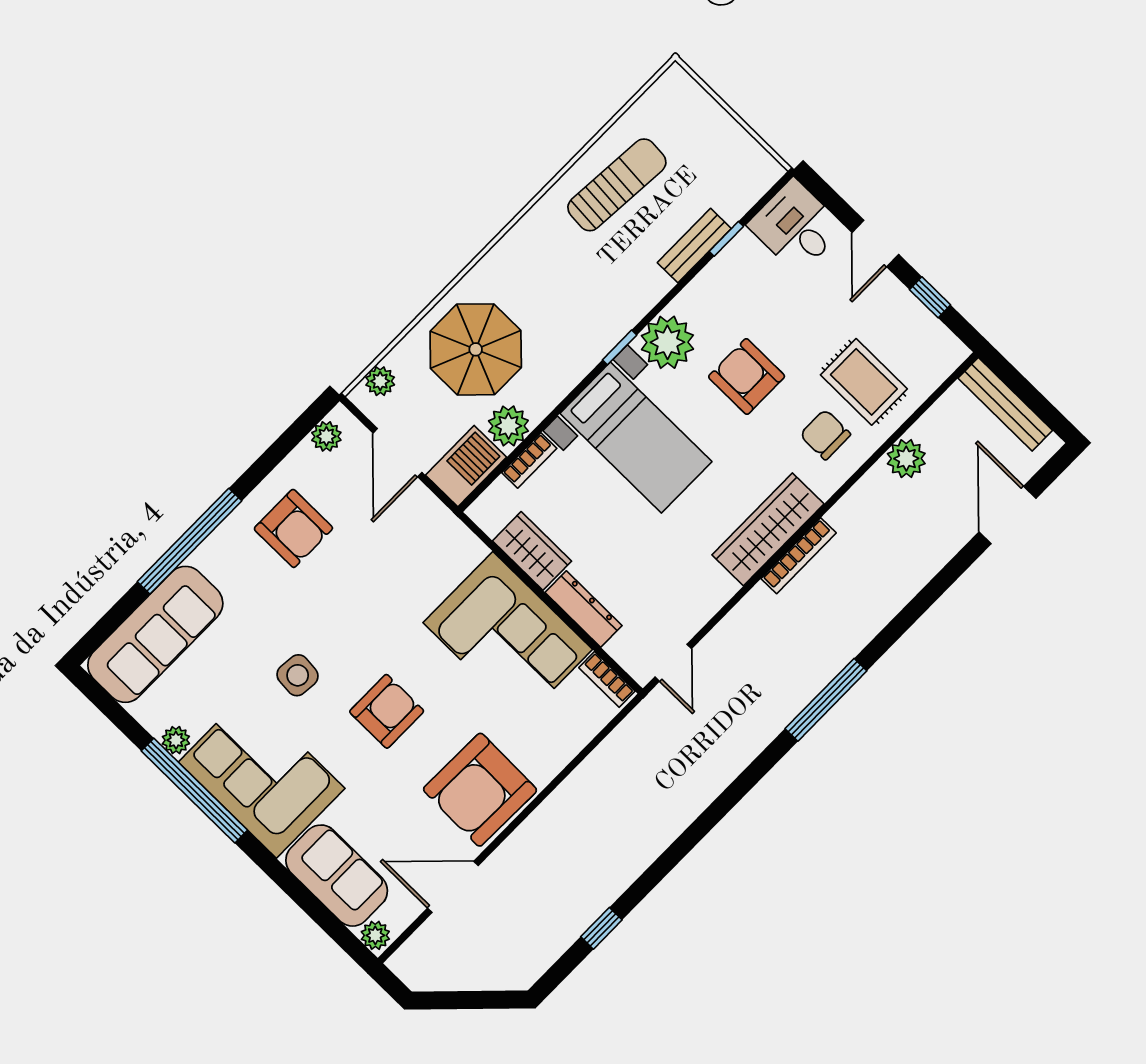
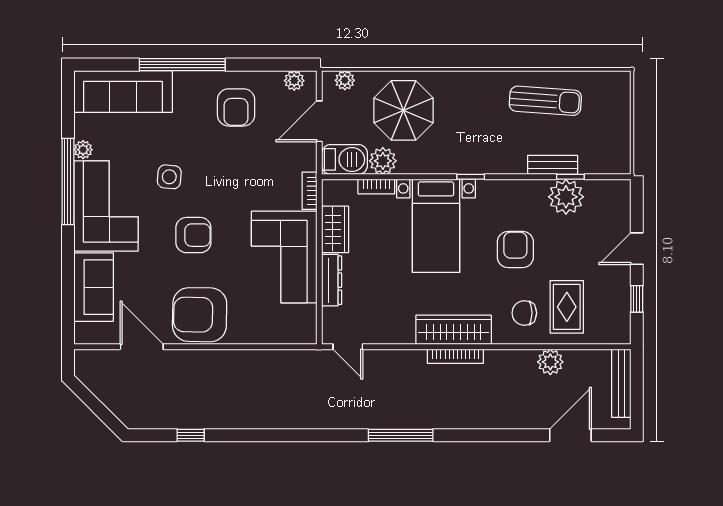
desk: (796, 226) -> (608, 204), removed
plant: (667, 342) -> (566, 197), moved
chair: (825, 435) -> (524, 313), turned -90
door: (673, 663) -> (348, 347), hinge flipped
bookcase: (607, 679) -> (309, 191), moved
plant: (375, 935) -> (83, 333), removed

